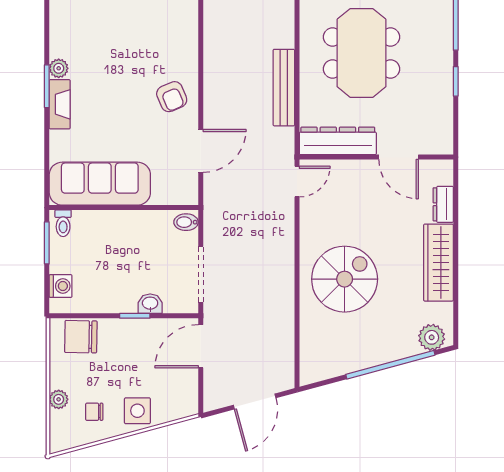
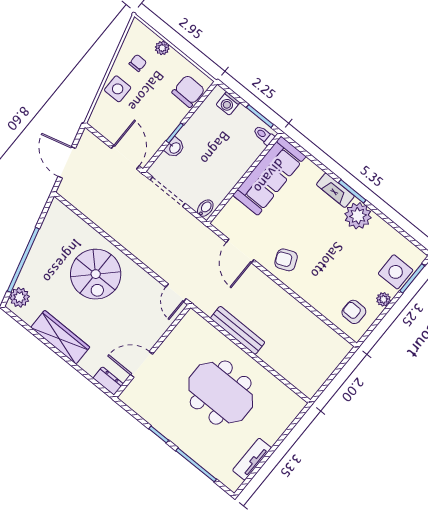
plant: (59, 68) -> (358, 216), width x1.88, depth x1.88
dresser: (338, 141) -> (180, 336), removed
dresser: (443, 204) -> (108, 381), moved

